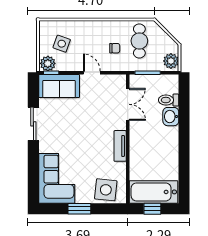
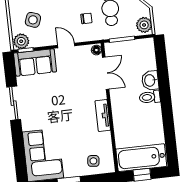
floor lamp: (121, 81) -> (96, 50), added
toilet: (169, 100) -> (150, 97), moved
side table: (106, 190) -> (93, 161), width x0.54, depth x0.54

